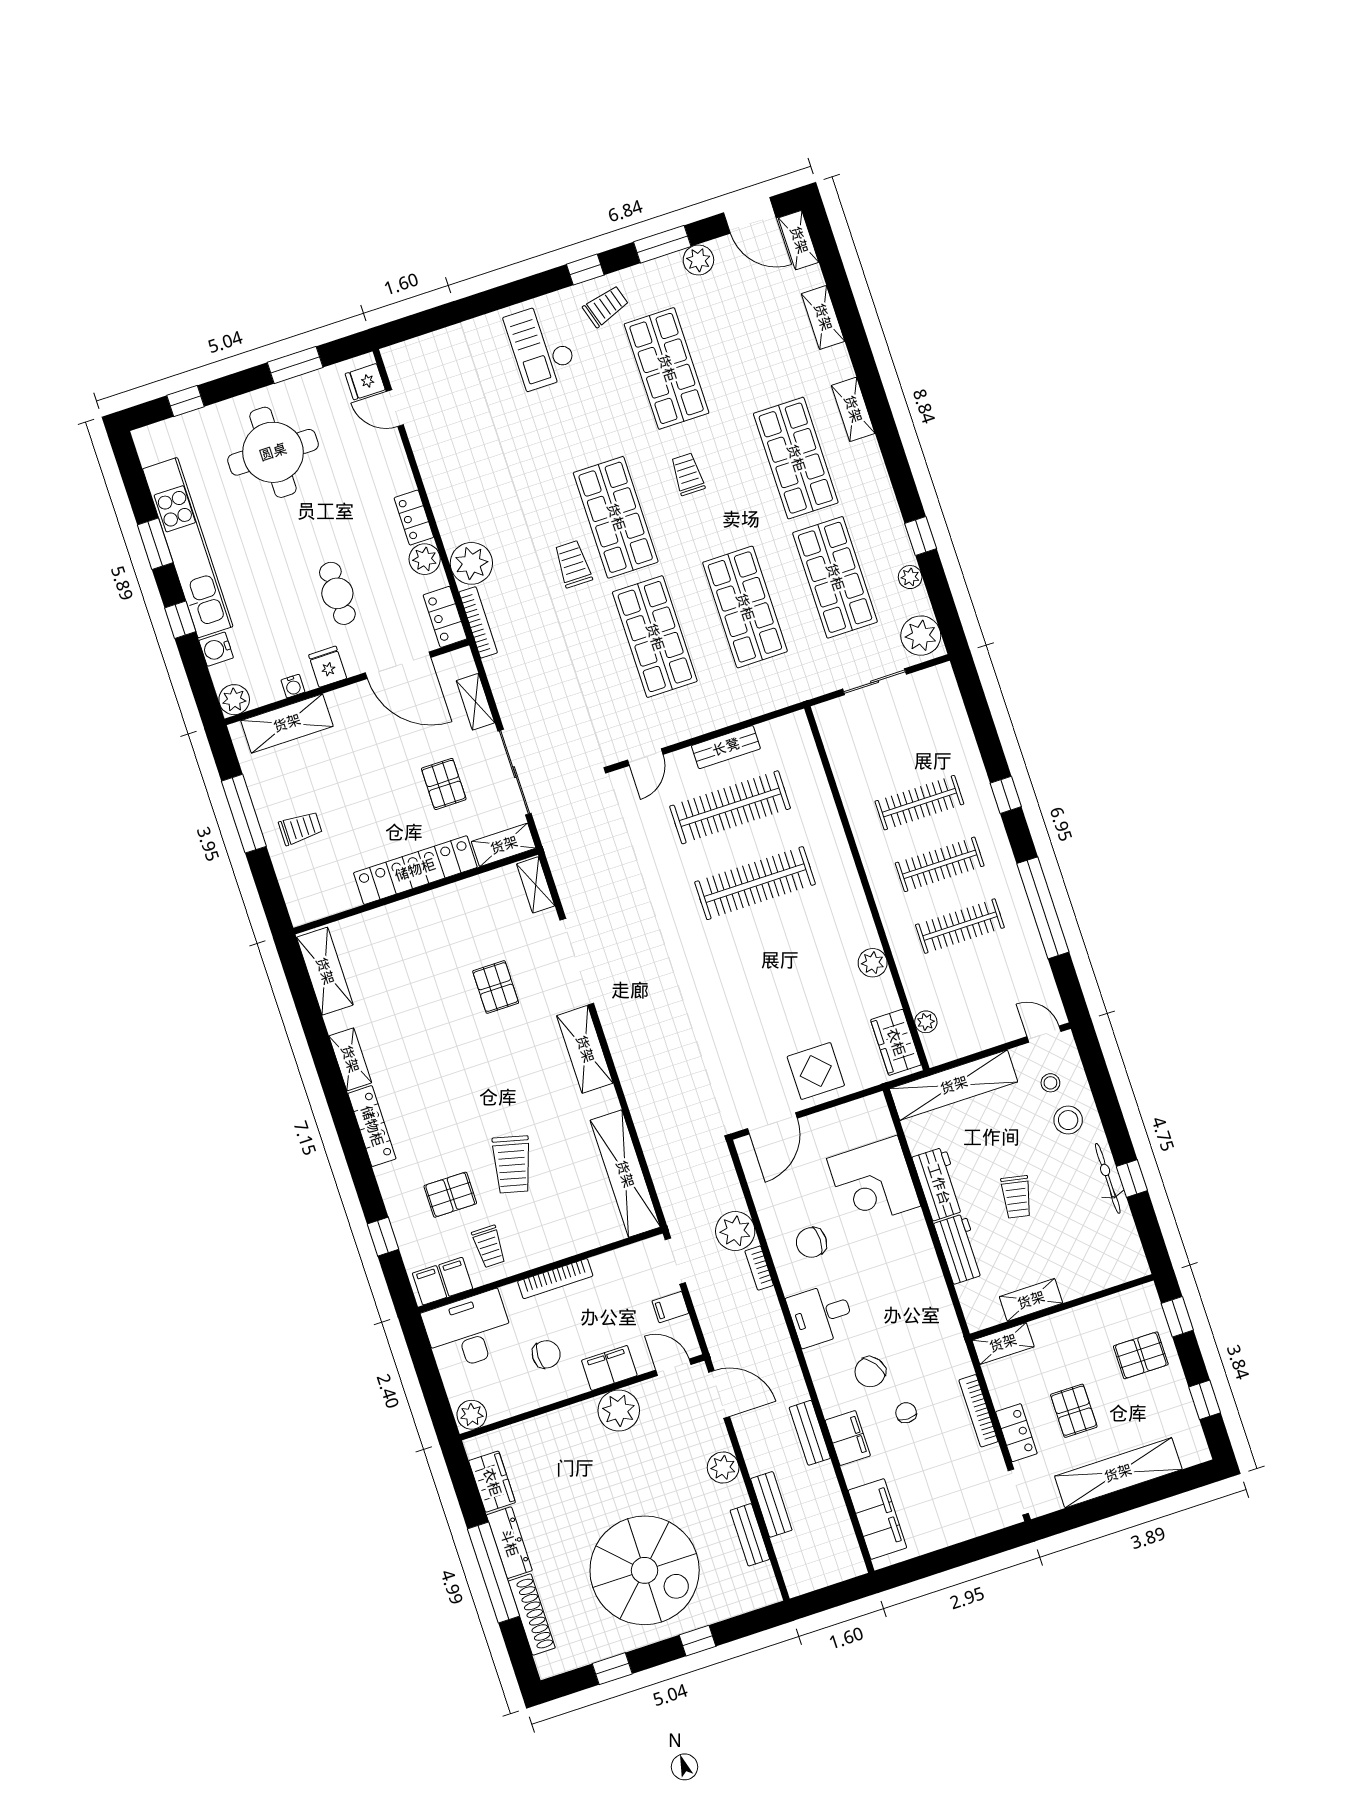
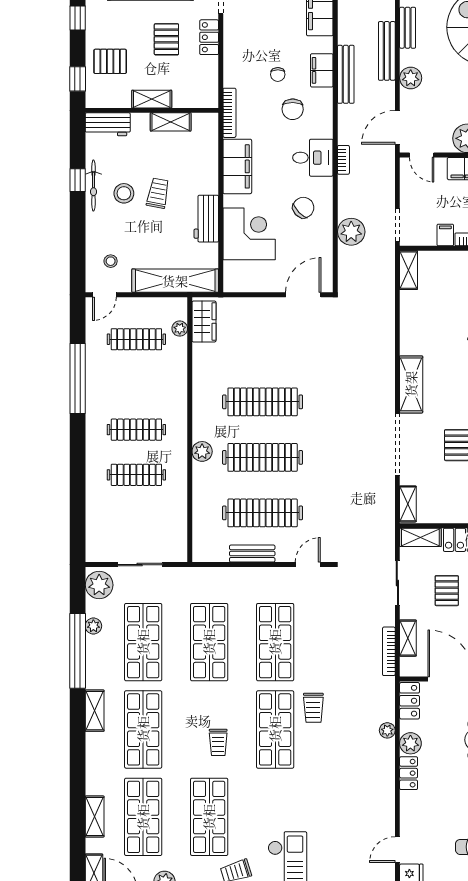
shop shelf: (757, 339) -> (143, 817), added
door: (395, 408) -> (397, 850), swing flipped
shelving: (853, 409) -> (95, 711), moved
window: (921, 536) -> (78, 651), width x3.17
plant: (471, 563) -> (387, 730), width x0.53, depth x0.53
bookcase: (478, 622) -> (389, 651), moved
sliding door: (514, 772) -> (397, 583), width x0.73
window: (1006, 795) -> (78, 461), removed
clothes rail: (960, 926) -> (136, 339), moved
clothes rail: (780, 959) -> (263, 402), added
plant: (873, 963) -> (202, 451), moved
door: (1044, 1034) -> (104, 295), hinge flipped
display table: (816, 1071) -> (263, 320), removed
stool: (1068, 1120) -> (124, 193), moved
shelving: (625, 1174) -> (409, 270), width x0.45, depth x0.75
chair: (811, 1242) -> (303, 208), turned -44
workbench: (959, 1249) -> (108, 124), moved, turned -90
bookcase: (759, 1268) -> (343, 160), moved
filing cabinet: (920, 1269) -> (237, 166), added
filing cabinet: (670, 1307) -> (445, 235), moved, turned -90
shelving: (1003, 1343) -> (152, 99), moved
chair: (870, 1372) -> (293, 109), turned 126
door: (719, 1394) -> (397, 127), hinge flipped
bookcase: (978, 1411) -> (229, 113), moved
bench: (810, 1433) -> (346, 74), width x1.36
bench: (771, 1504) -> (387, 51), width x1.36

